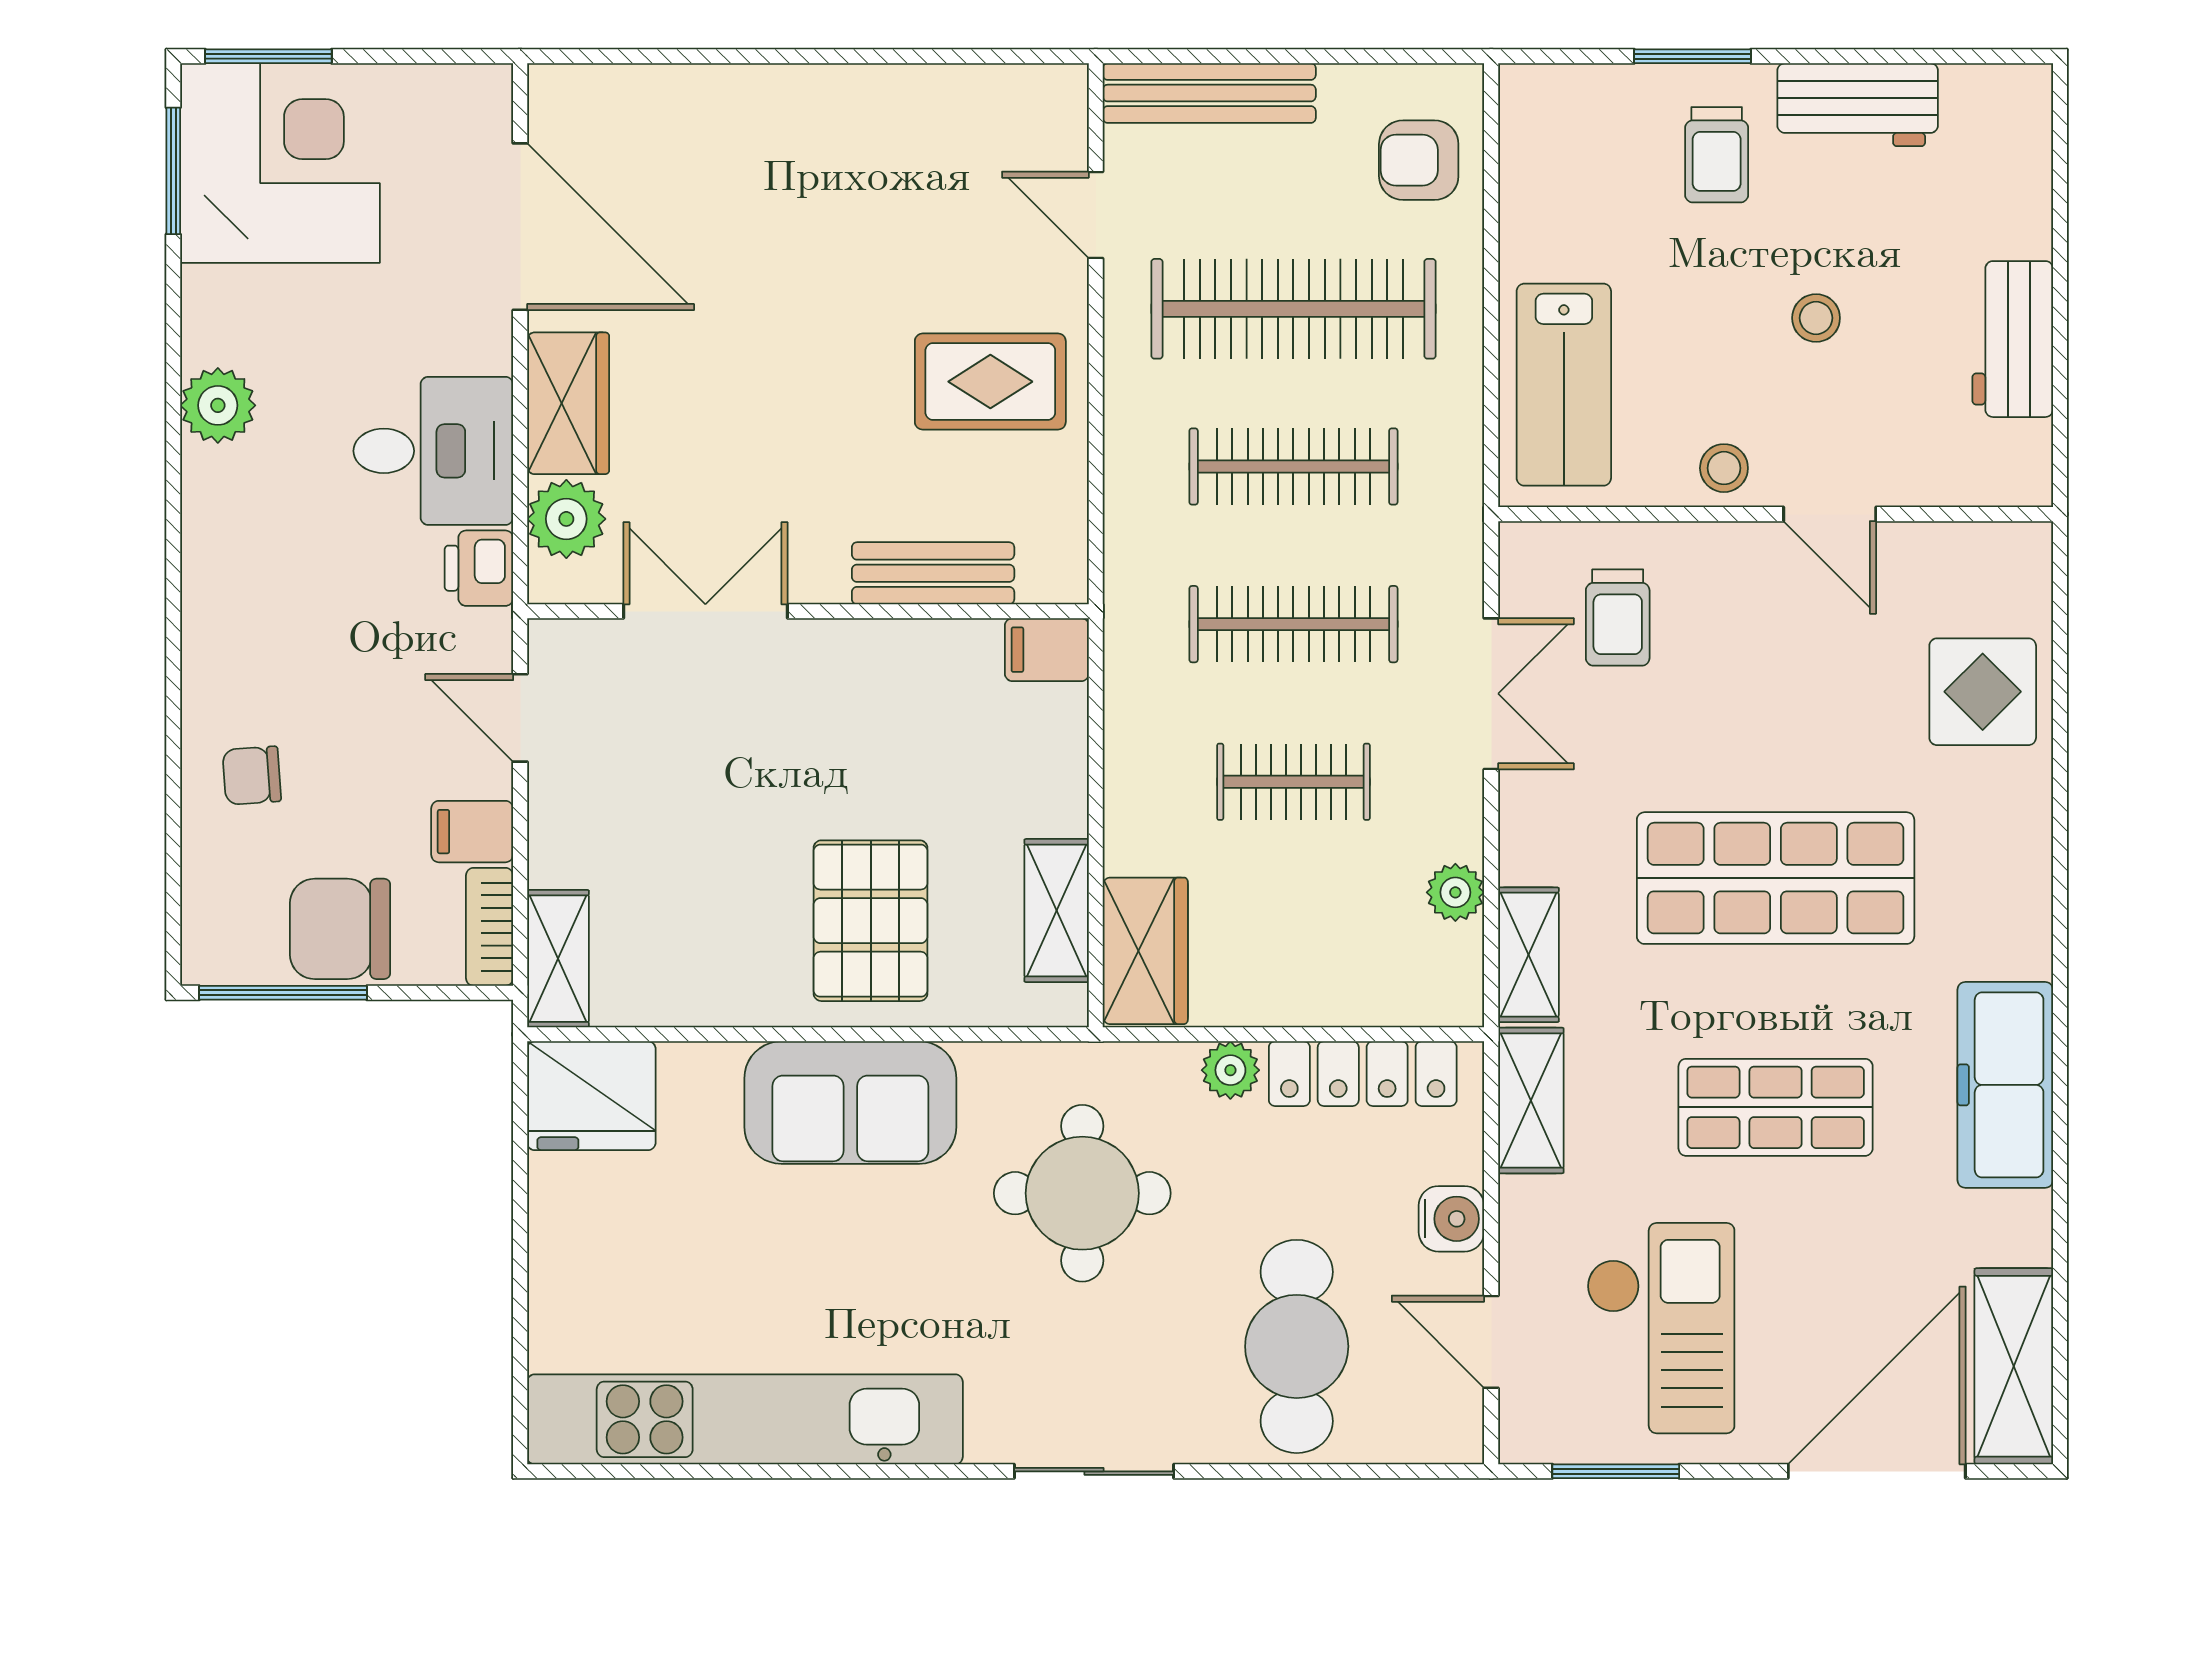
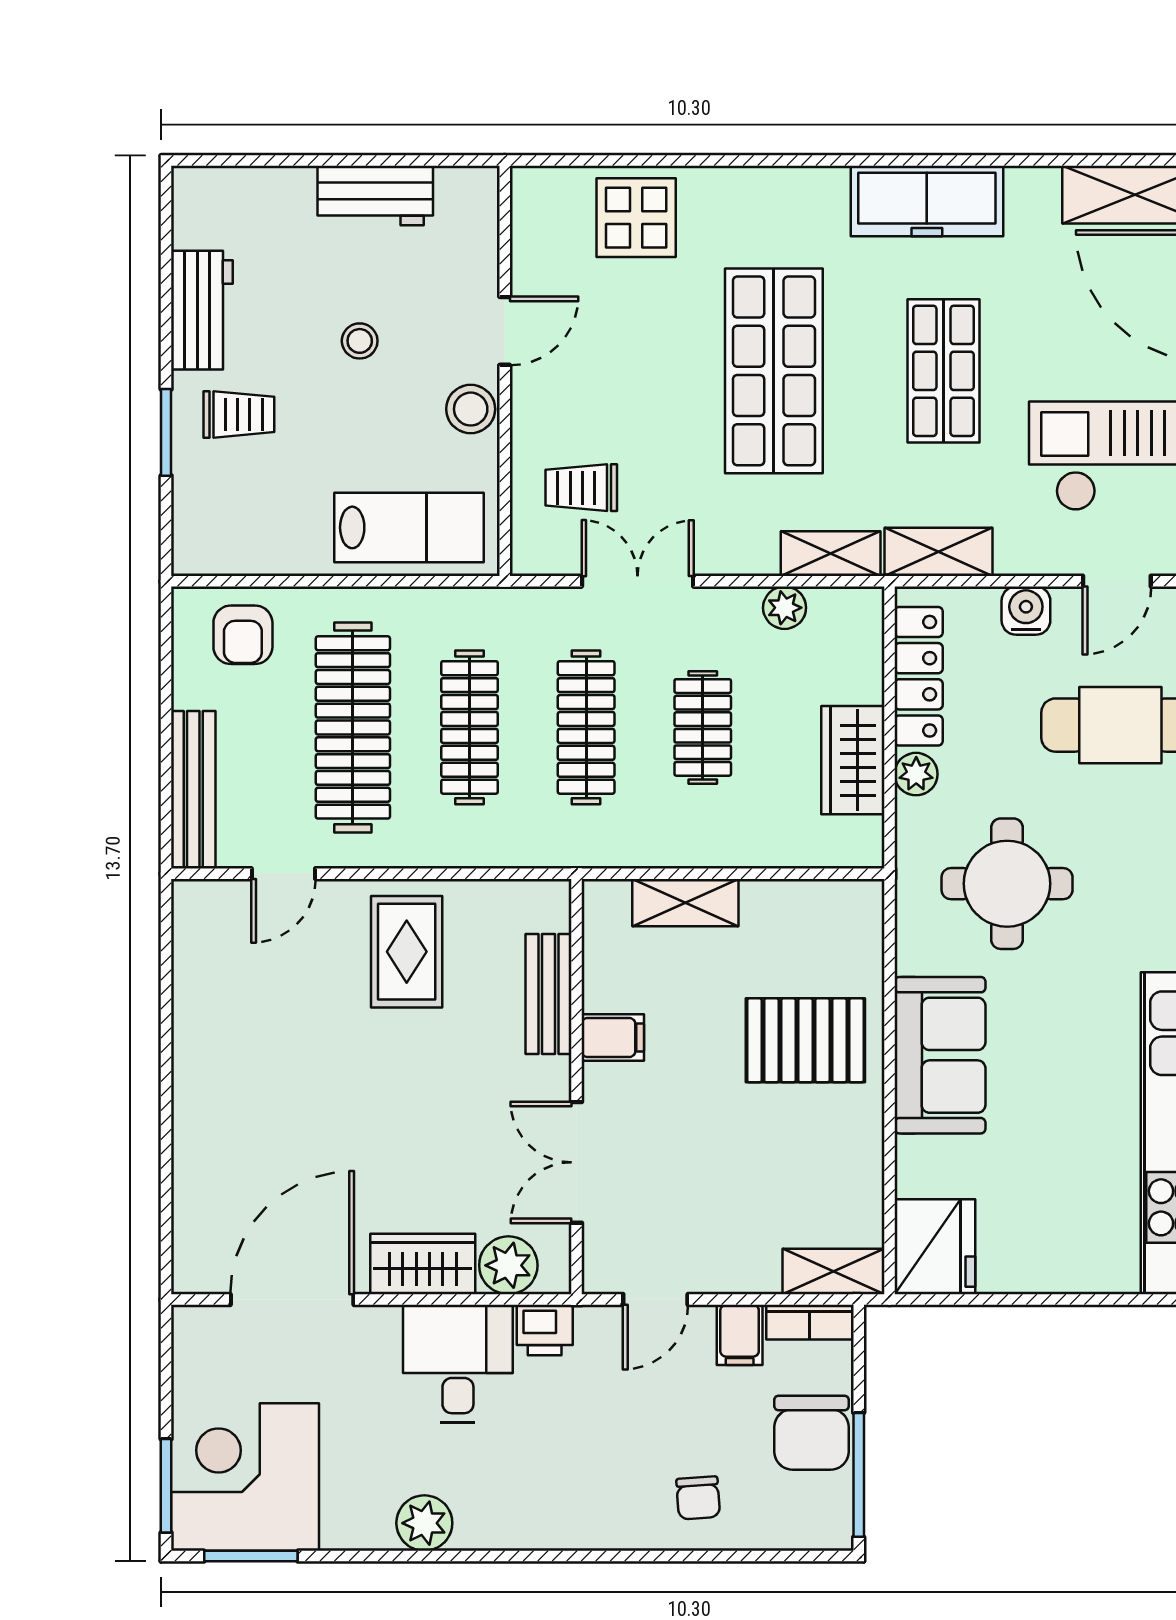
stool: (1724, 468) -> (471, 409), width x1.37, depth x1.37
trolley: (1618, 618) -> (581, 488), turned 180
filing cabinet: (1047, 650) -> (613, 1038), moved, turned -90
shelving: (1057, 911) -> (685, 903), moved
wardrobe: (1145, 951) -> (853, 760), moved, turned -90

